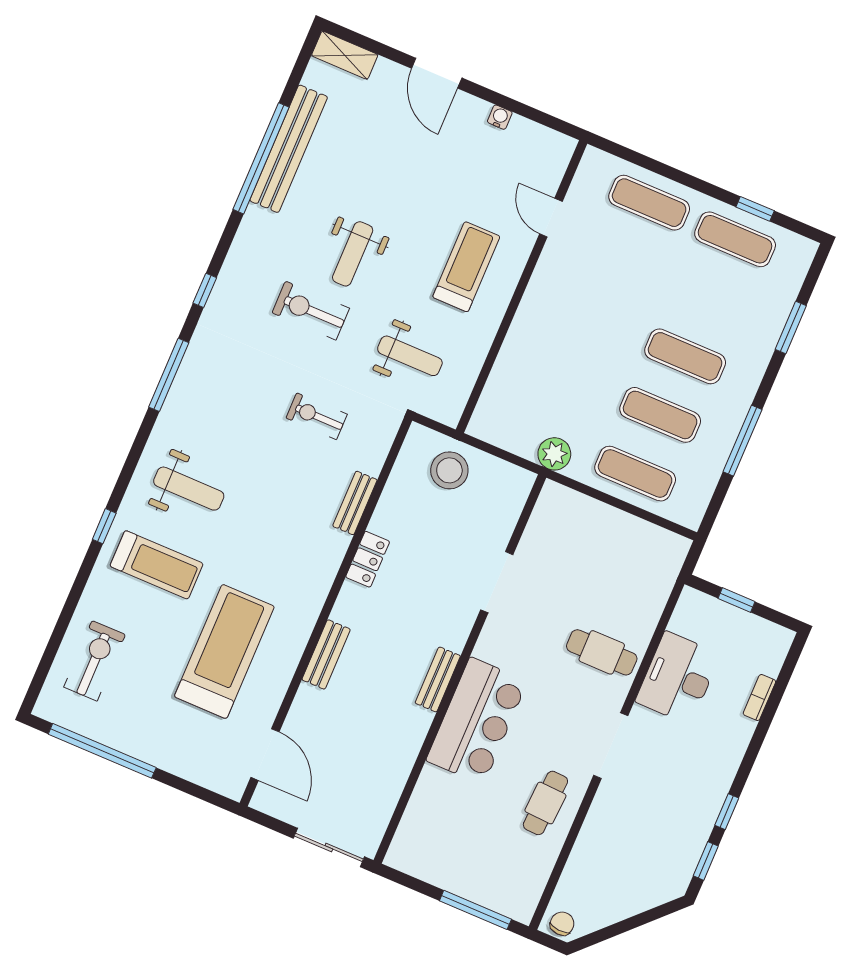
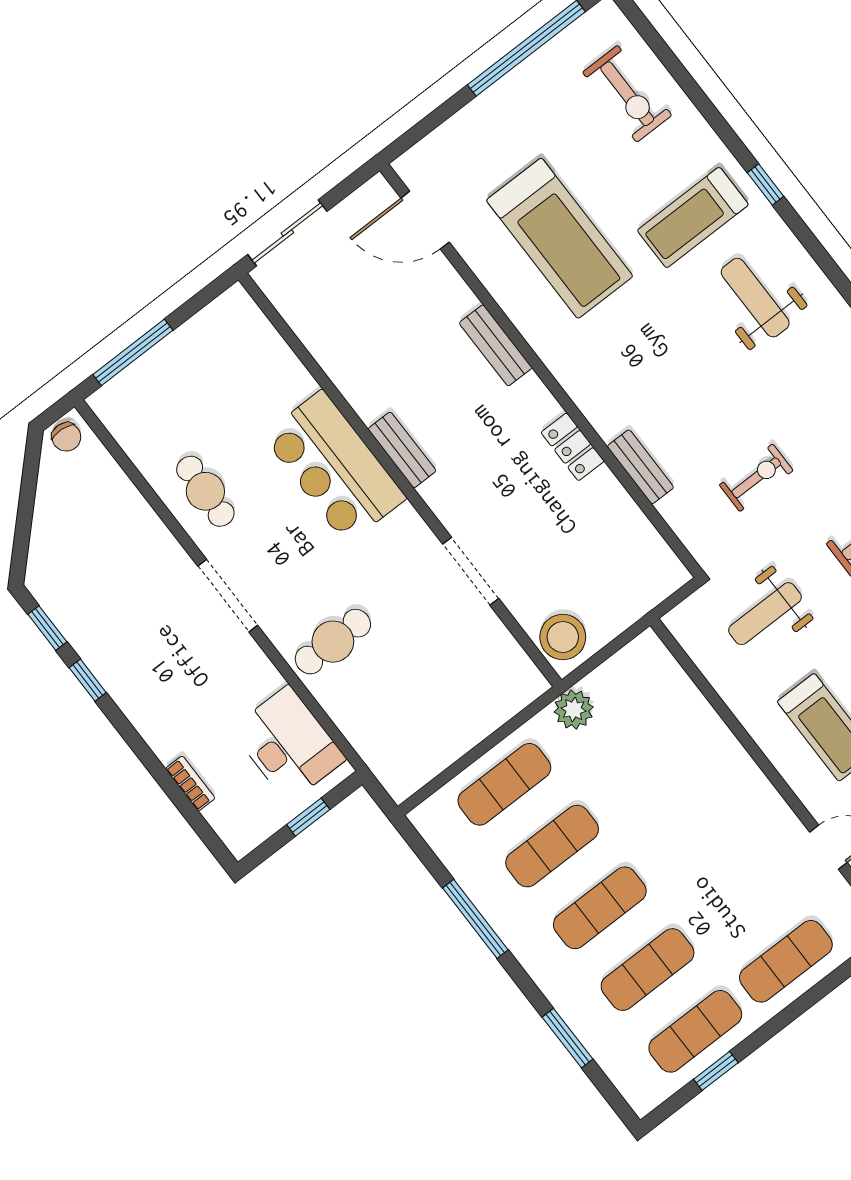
exercise mat: (710, 298) -> (648, 970), added
stool: (449, 470) -> (563, 637), moved
weight bench: (189, 489) -> (755, 298), turned 90
desk: (678, 678) -> (288, 744), moved

